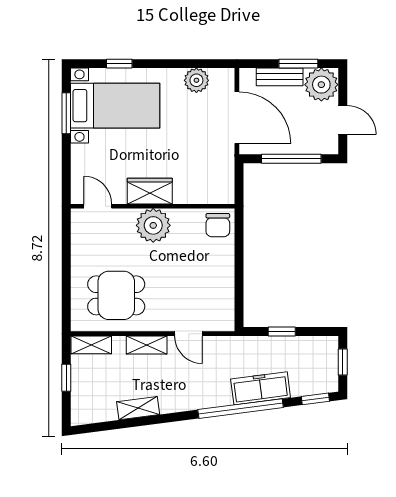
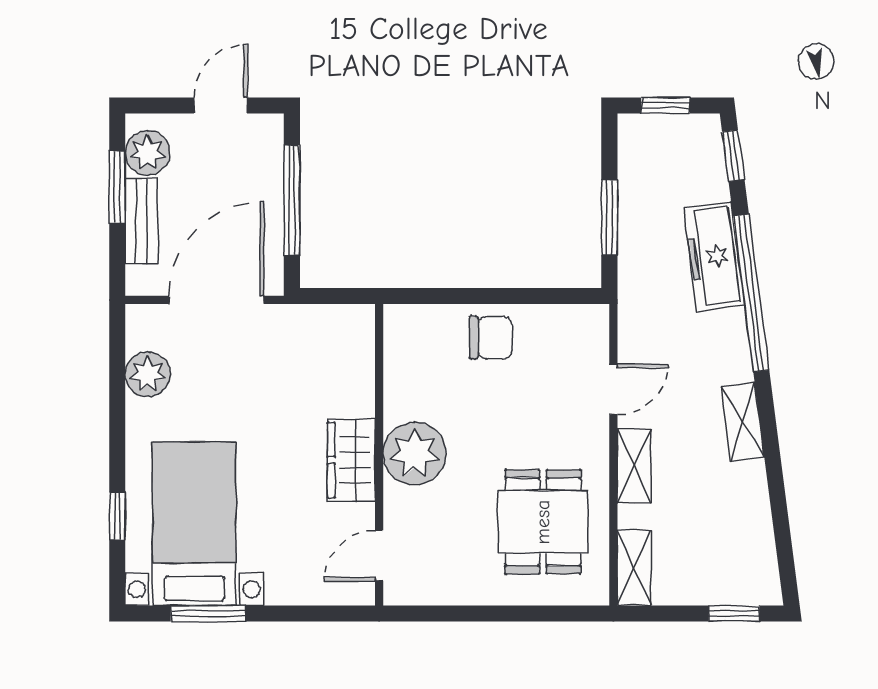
plant: (321, 85) -> (148, 153), width x0.73, depth x0.73
chair: (218, 225) -> (491, 338), moved
window: (282, 331) -> (609, 218), width x1.50
window: (66, 378) -> (734, 614), moved
shelving: (138, 408) -> (743, 422), moved

